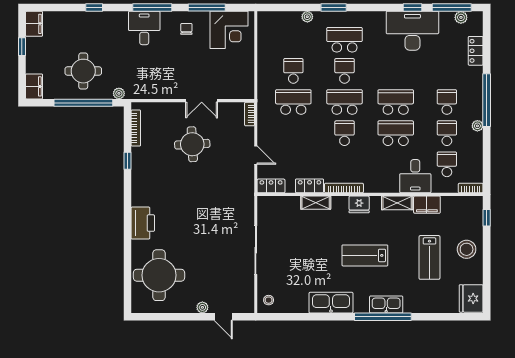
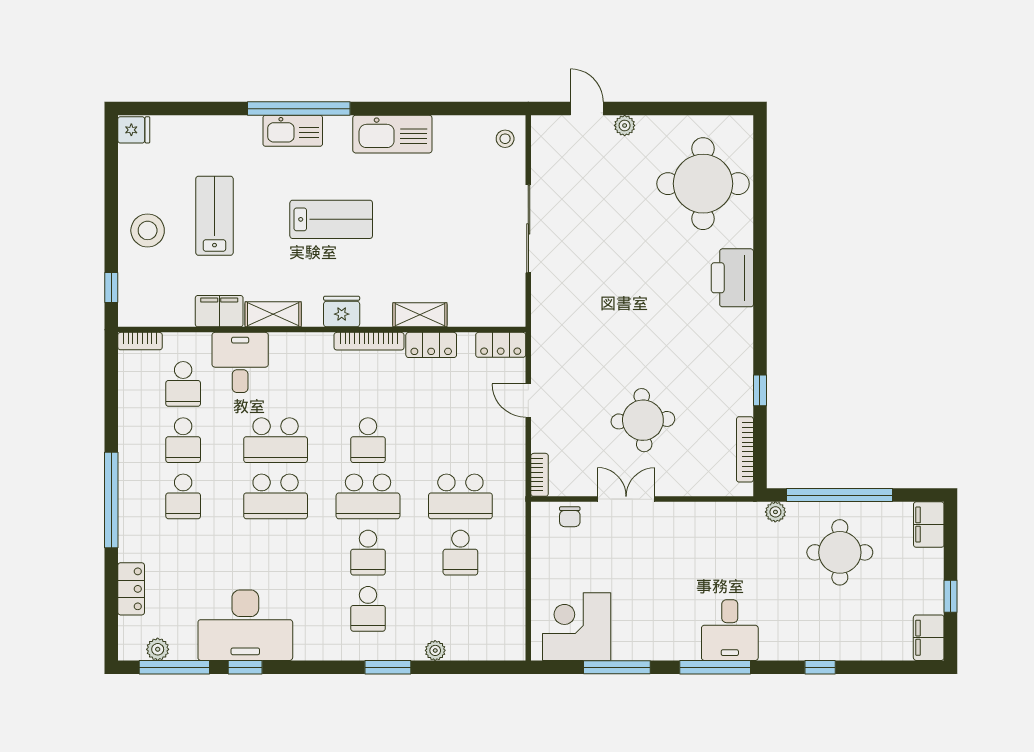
chair: (186, 29) -> (570, 517), moved
school desk: (344, 40) -> (368, 609), width x0.54
plant: (477, 126) -> (128, 453), removed
fridge: (471, 298) -> (134, 130), width x0.53, depth x0.75

